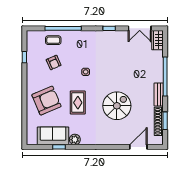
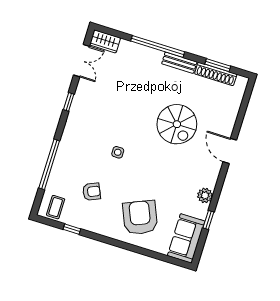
coffee table: (53, 40) -> (56, 207), moved
rug: (78, 103) -> (156, 176), removed
spiral stairs: (117, 106) -> (177, 124), turned 180
sofa: (53, 136) -> (186, 238), moved
door: (138, 147) -> (230, 151), moved

